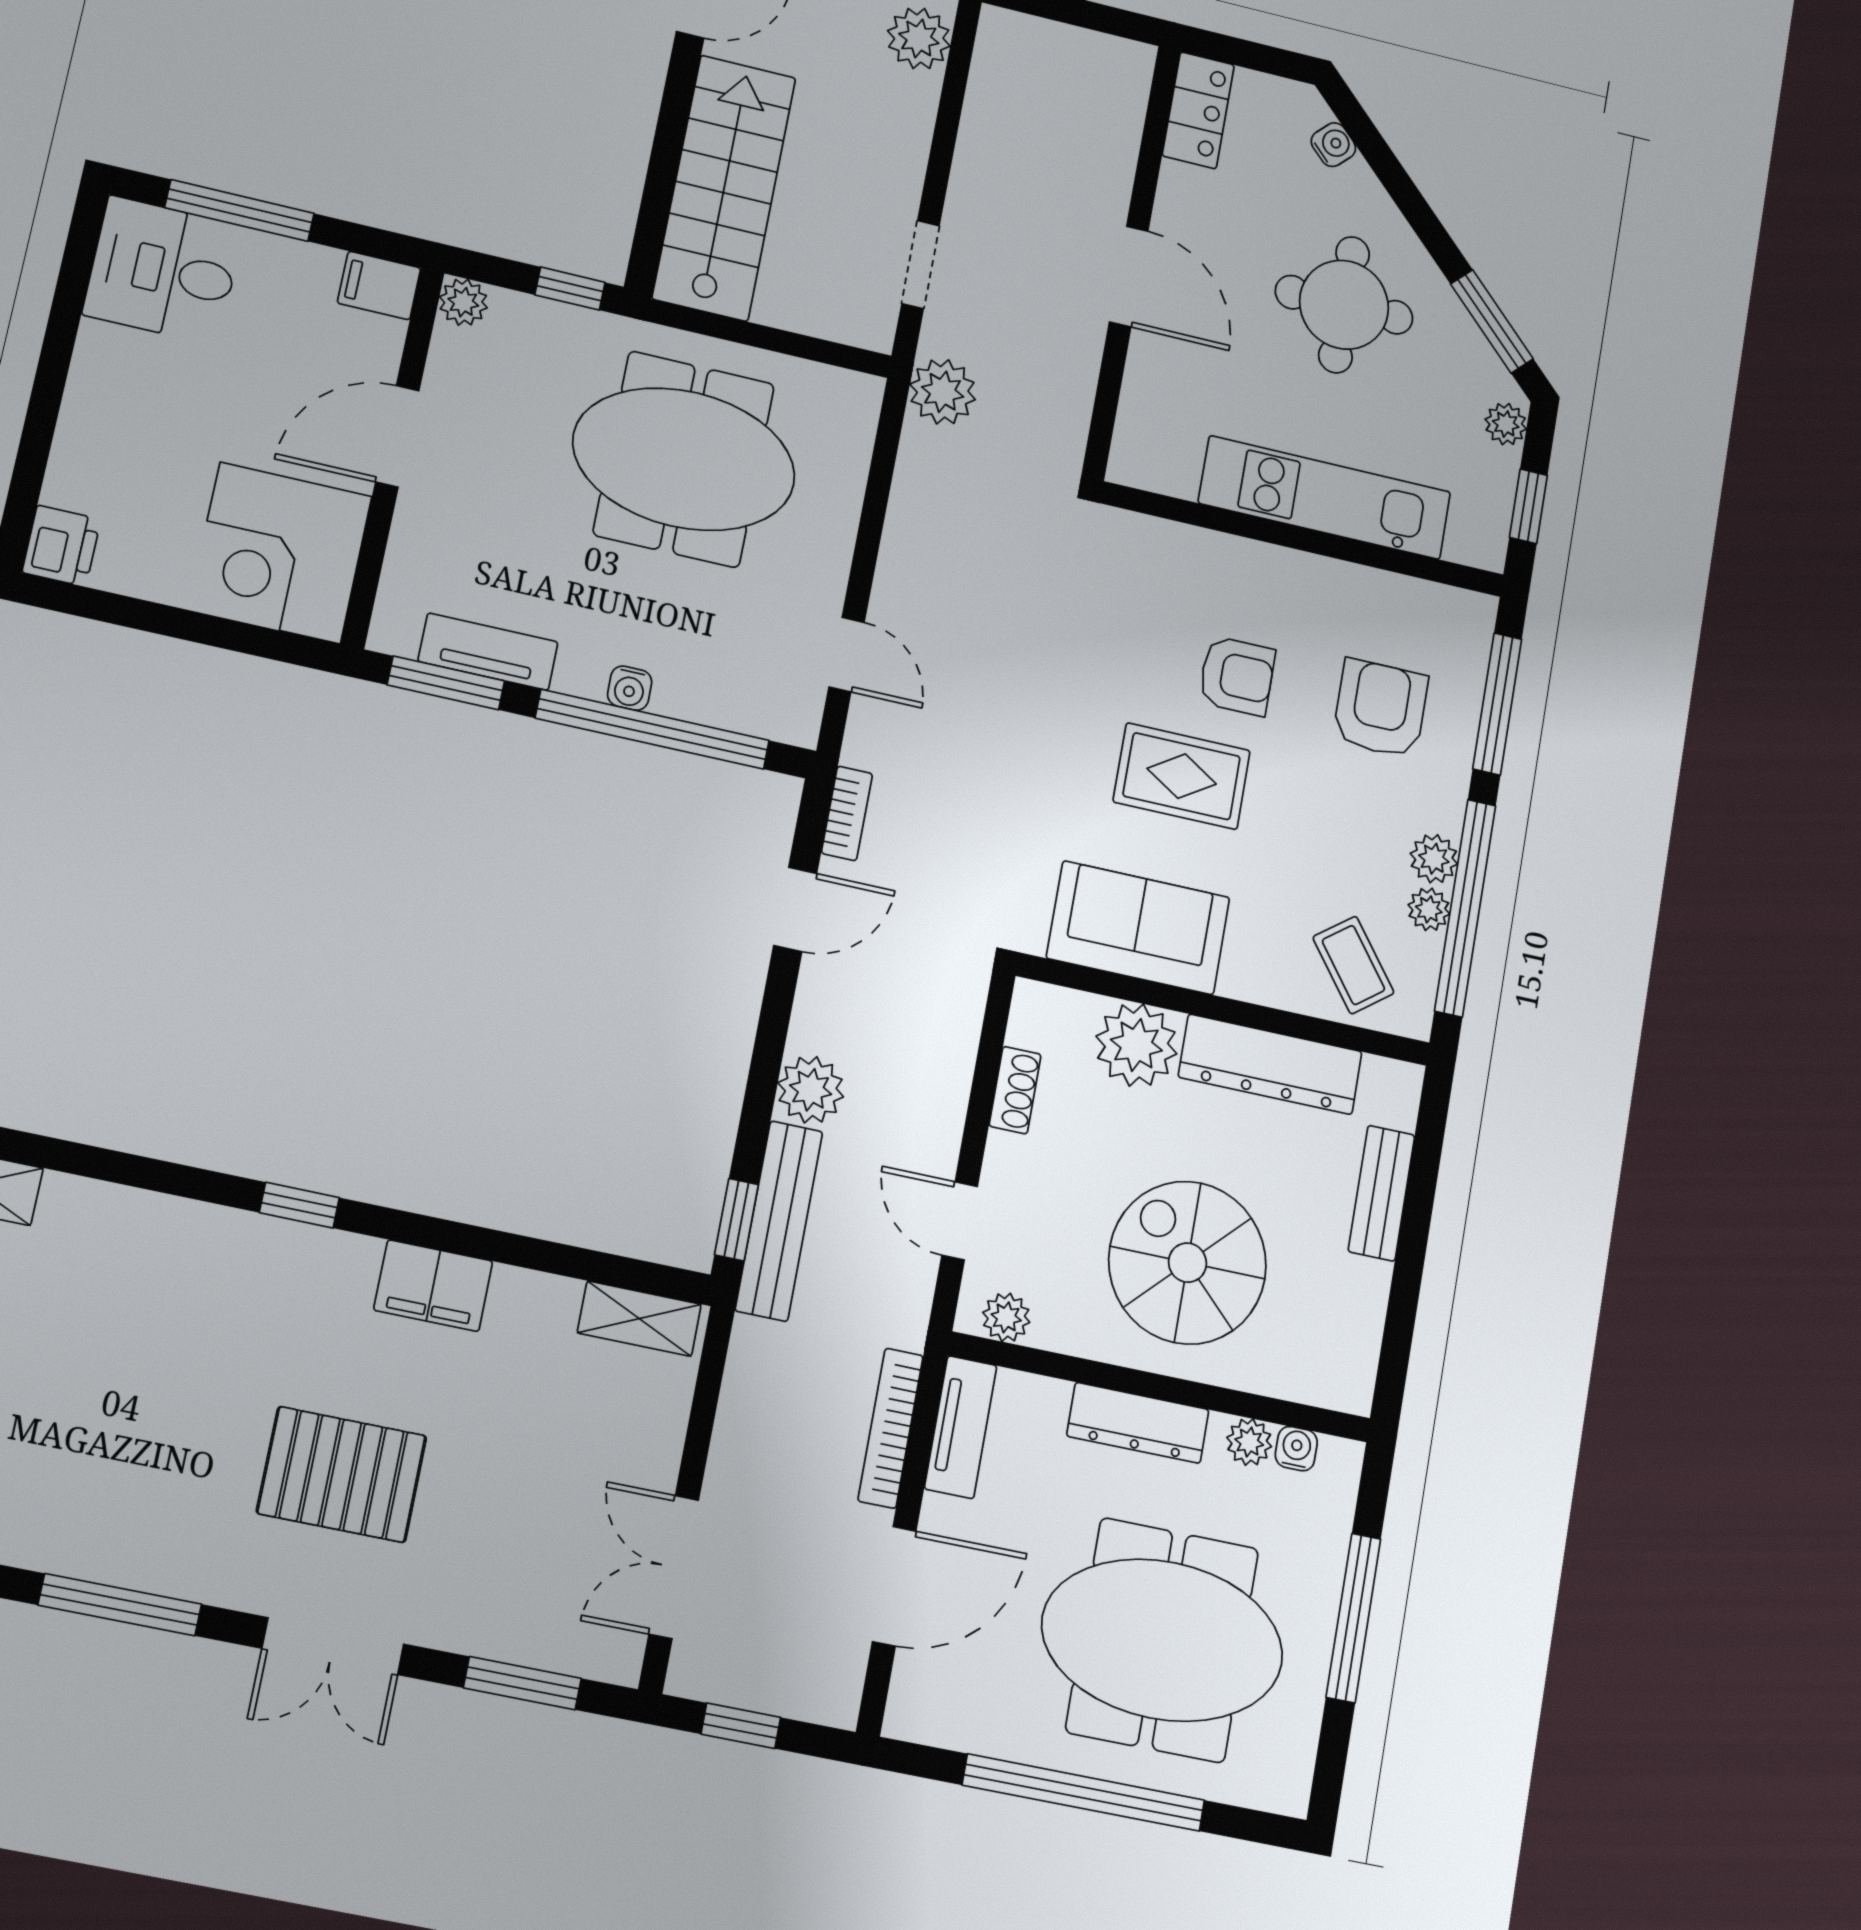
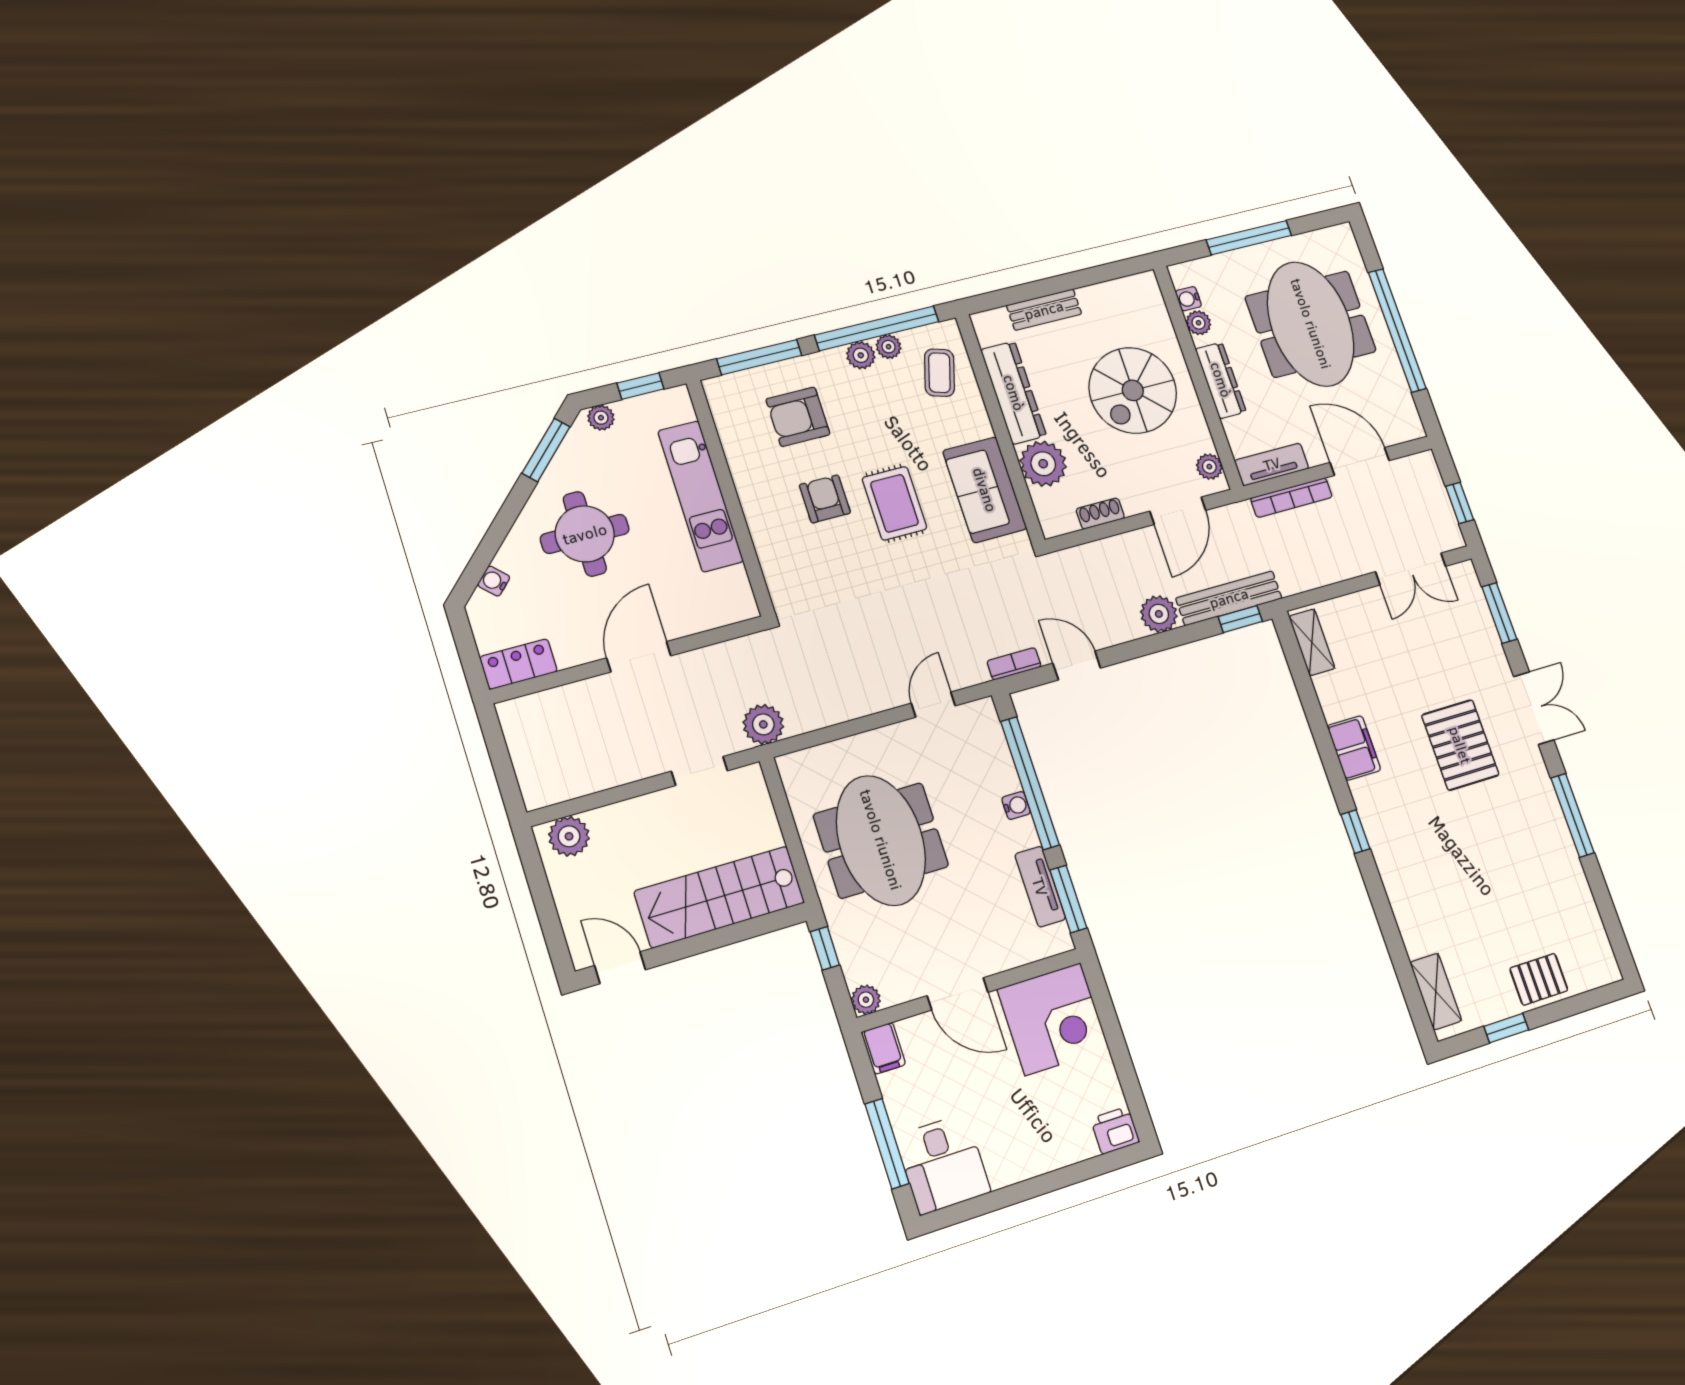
coffee table: (1353, 965) -> (939, 373), turned -36
door: (960, 1221) -> (1178, 511), width x1.38

